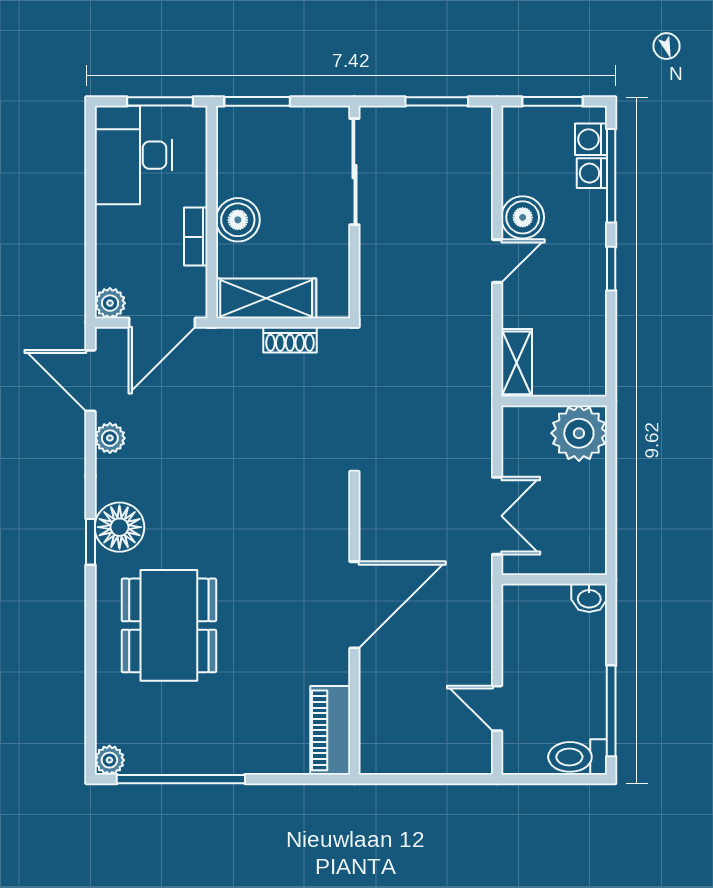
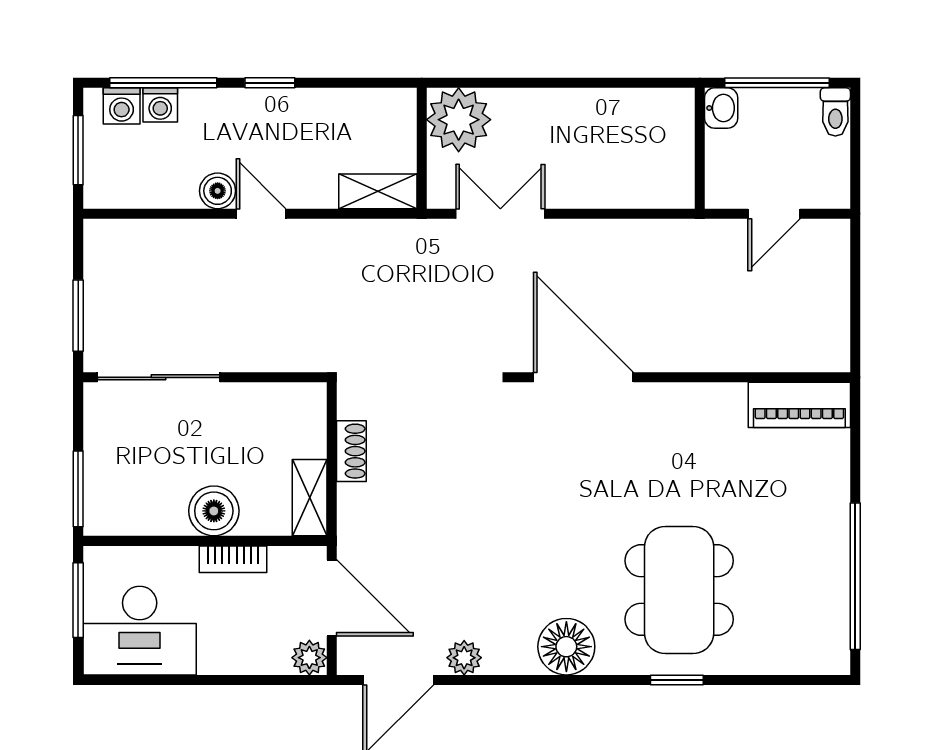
window: (437, 101) -> (78, 316), moved
boiler: (523, 217) -> (218, 191), width x0.73, depth x0.73
shelving: (266, 298) -> (310, 498), width x0.67, depth x0.75
double door: (497, 516) -> (500, 214), moved
window: (90, 542) -> (677, 680), moved
wall: (554, 579) -> (700, 148), moved
washbasin: (589, 598) -> (721, 108), moved
door: (354, 605) -> (583, 377), moved
dining table: (169, 625) -> (679, 590), turned 90
toilet: (578, 757) -> (835, 112), width x0.73, depth x0.72
plant: (109, 760) -> (833, 658), removed

